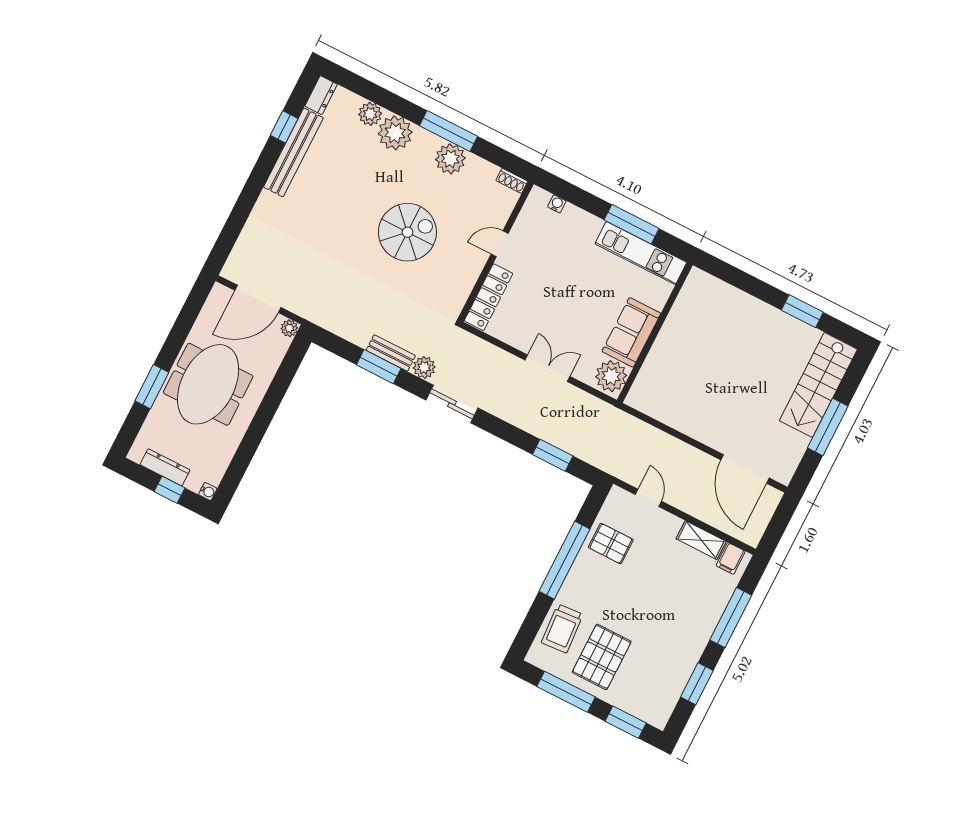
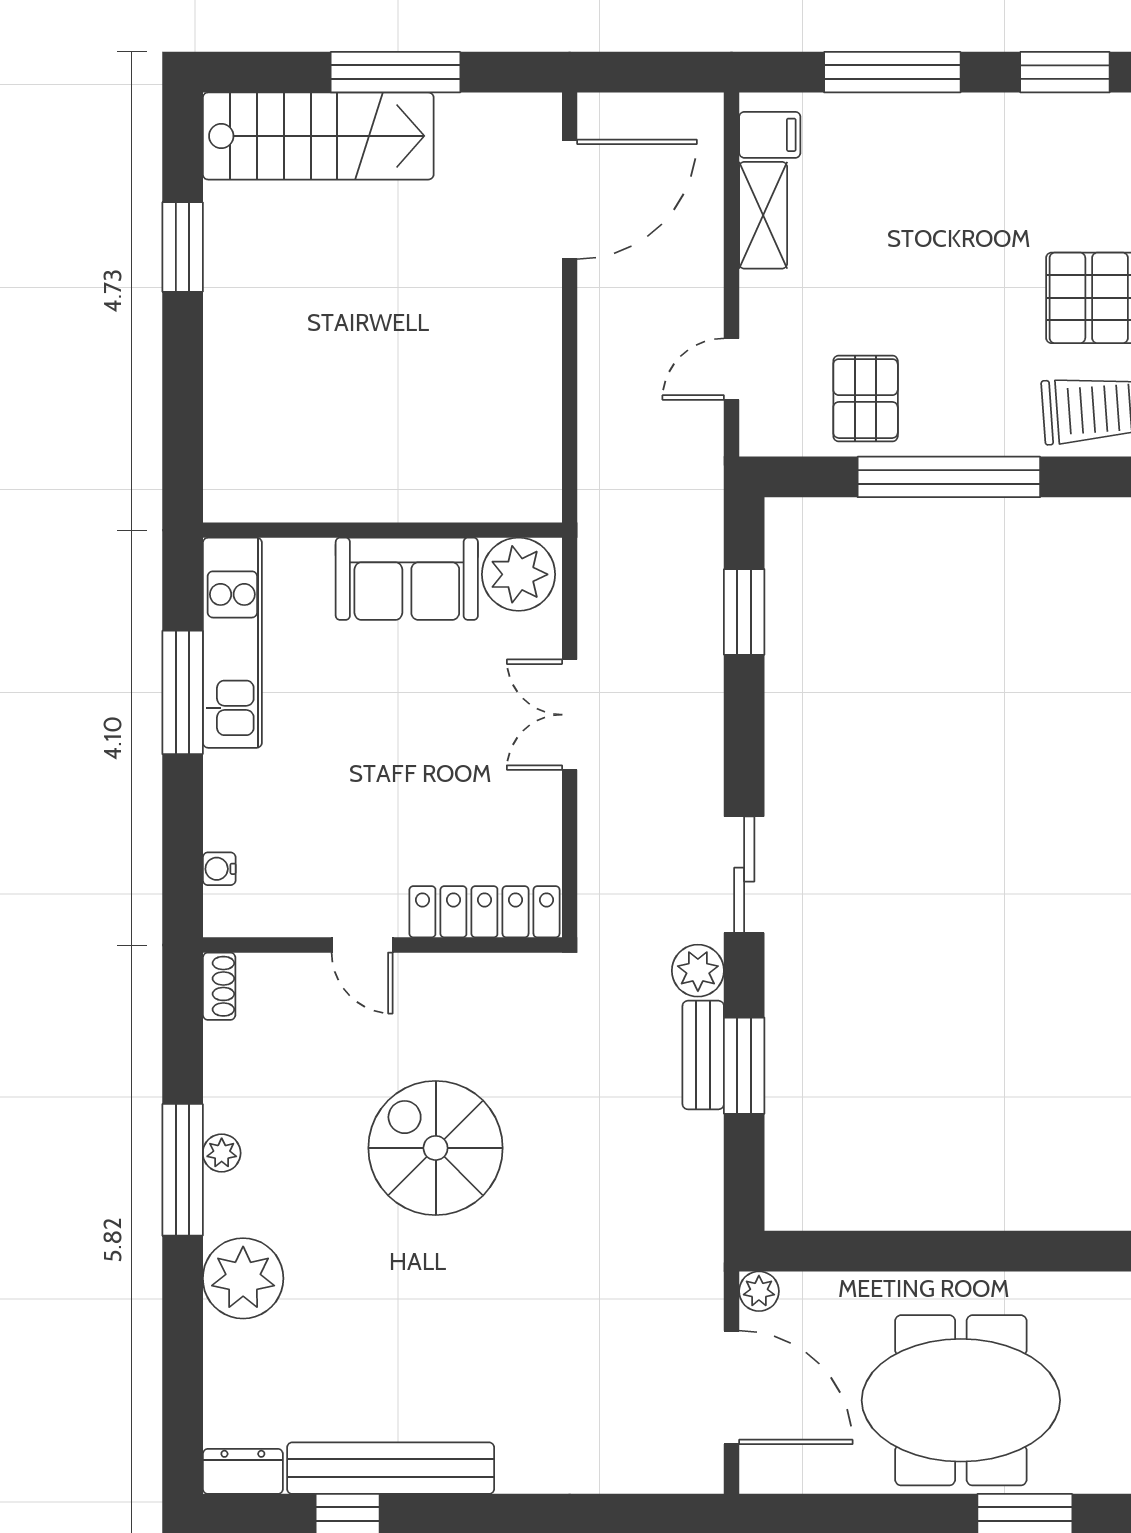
plant: (370, 114) -> (230, 1350), removed
plant: (450, 159) -> (222, 1153), width x0.53, depth x0.53

